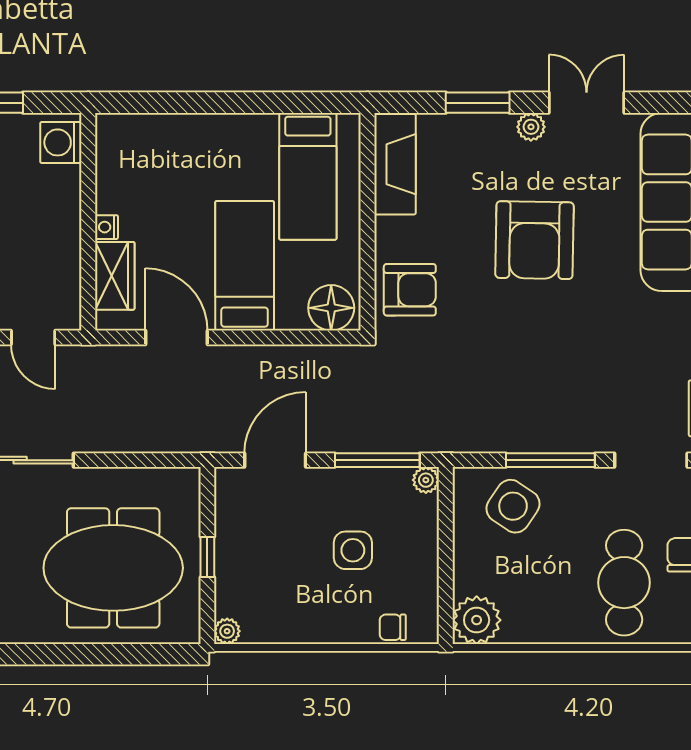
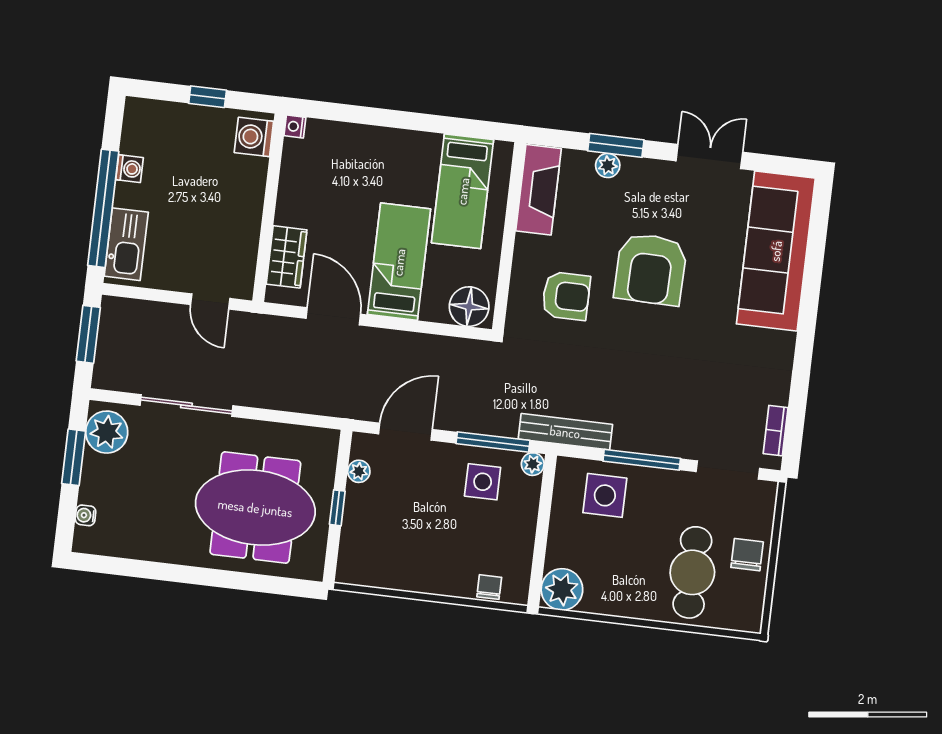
plant: (531, 127) -> (608, 165), moved
nightstand: (106, 227) -> (295, 126), moved
armchair: (410, 290) -> (566, 296), moved
bench: (459, 438) -> (565, 432), added
side table: (513, 506) -> (605, 495), turned -34
side table: (353, 550) -> (483, 482), moved
chair: (393, 627) -> (489, 587), turned 90
plant: (227, 631) -> (359, 471), moved

